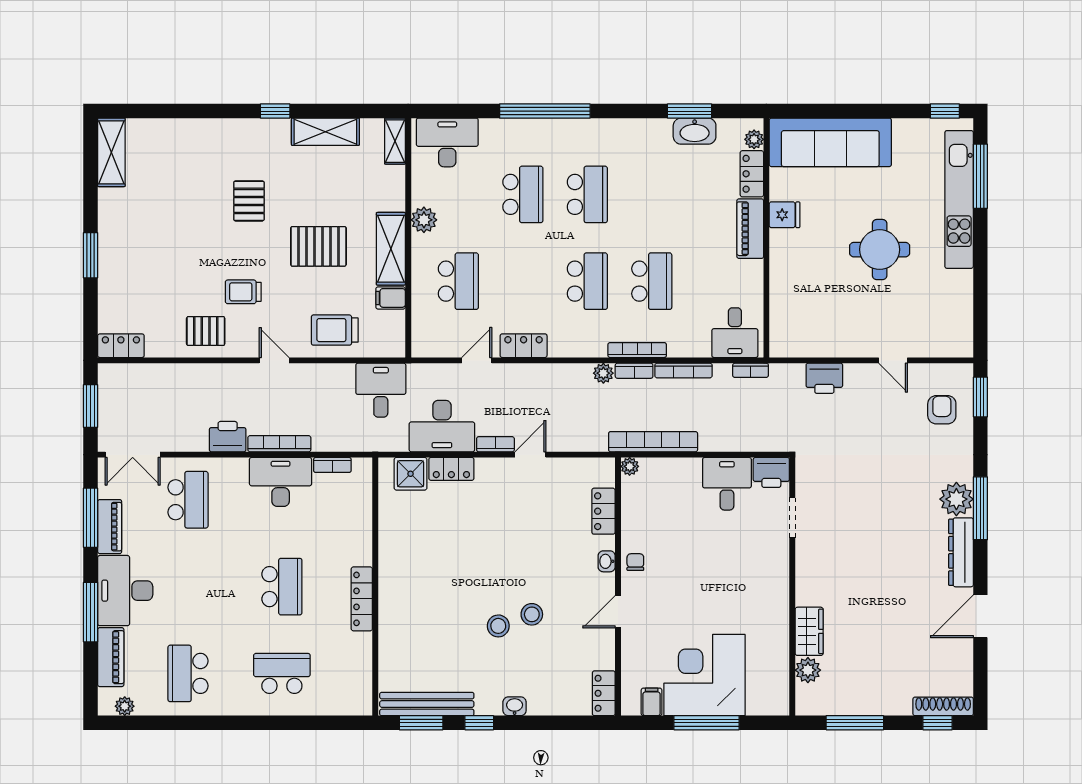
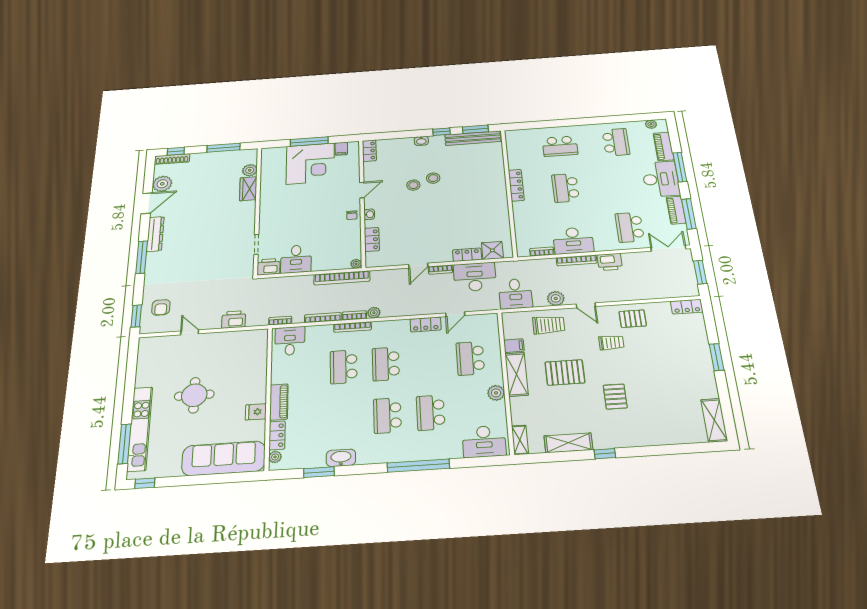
washbasin: (695, 131) -> (341, 458), moved
plant: (319, 376) -> (556, 298), added
plant: (956, 499) -> (162, 184), moved

